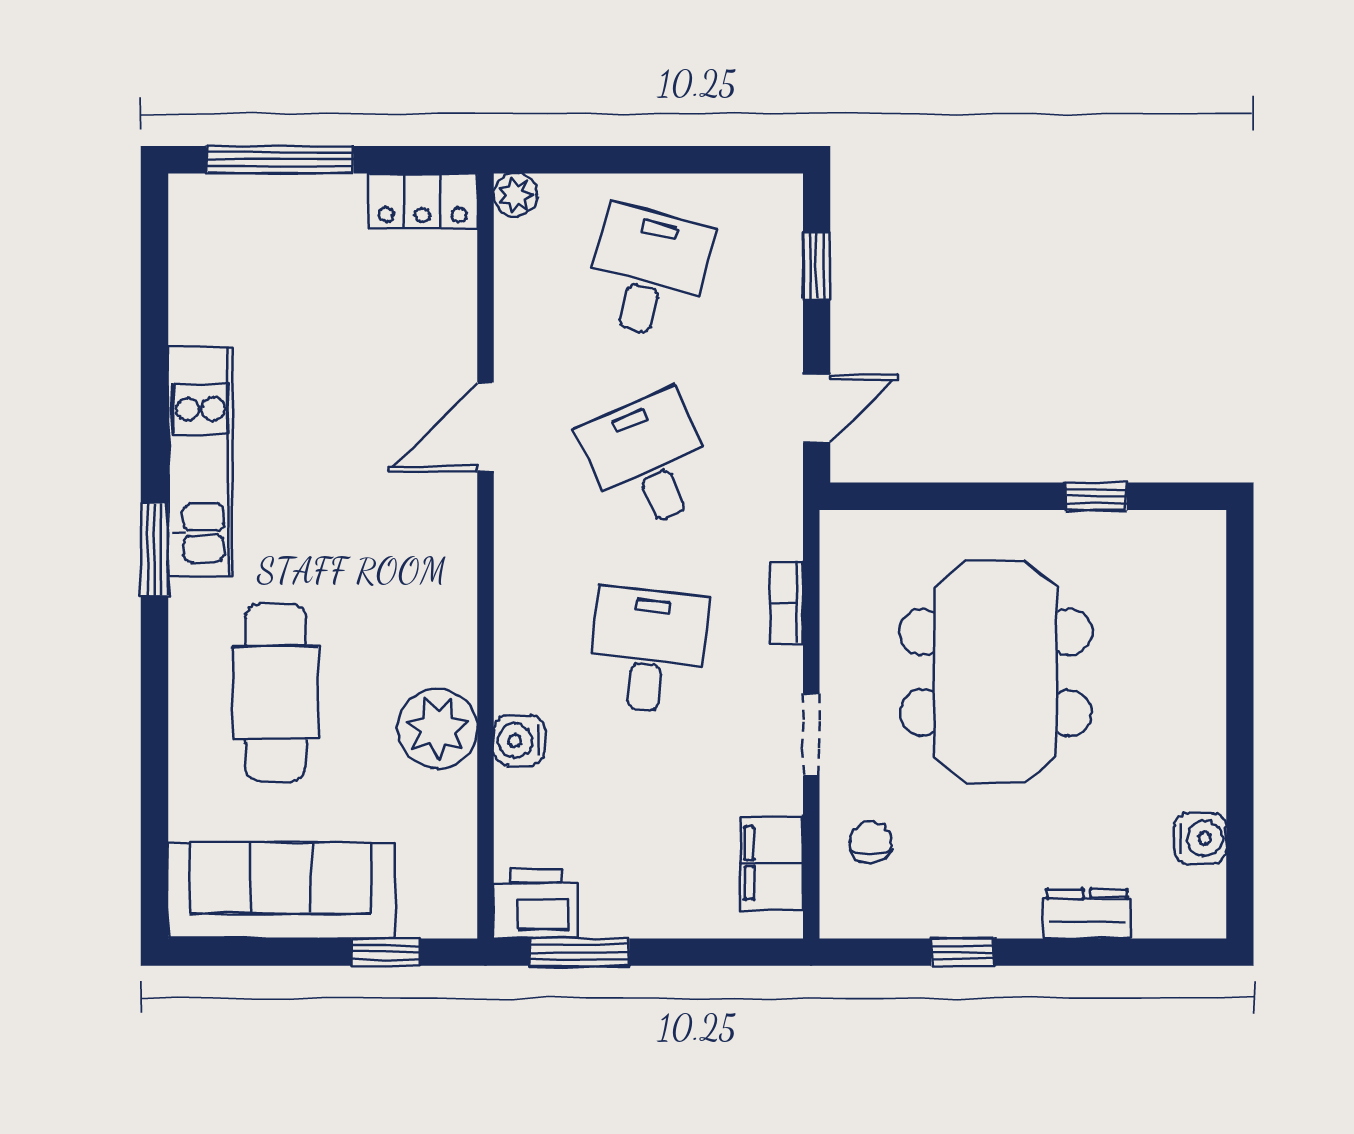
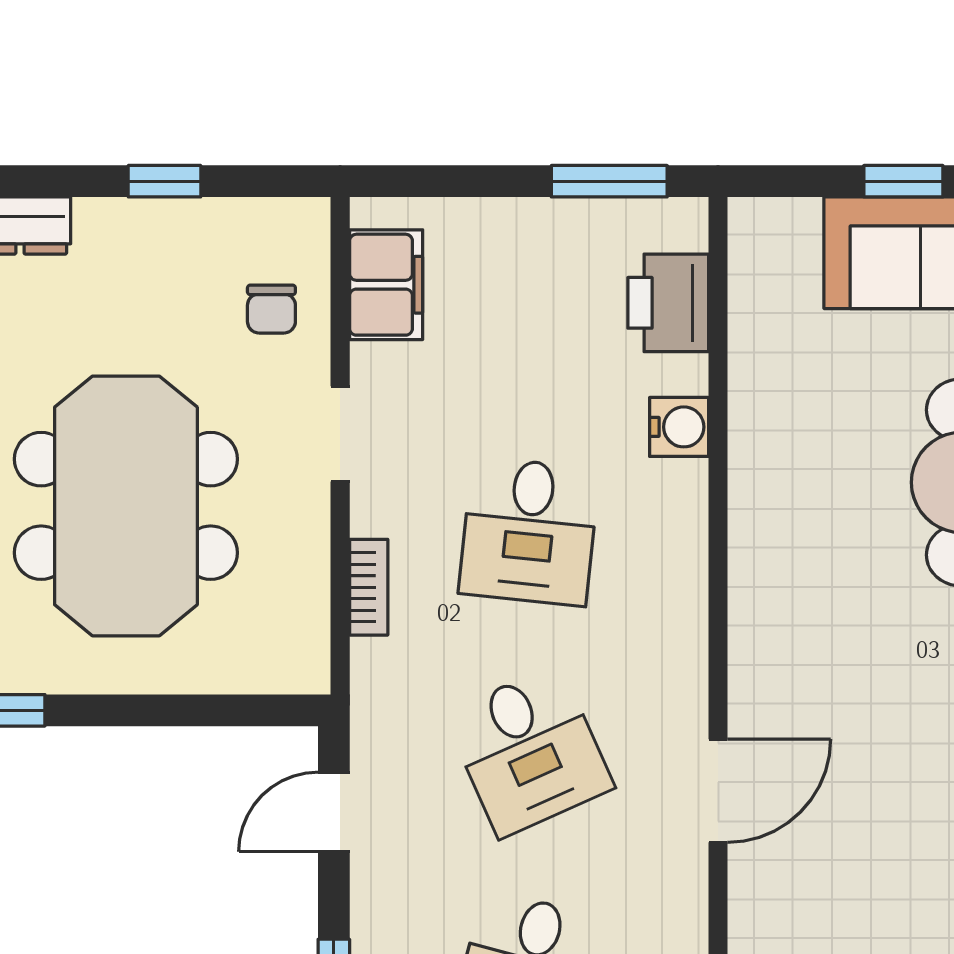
plant: (438, 728) -> (774, 441), removed
printer: (536, 904) -> (668, 303), moved, turned 90
window: (385, 952) -> (903, 181), moved

